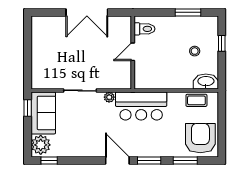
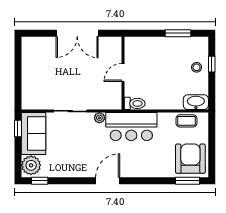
toilet: (144, 29) -> (135, 103), moved
stool: (195, 51) -> (197, 67), moved
door: (117, 160) -> (108, 181), hinge flipped
window: (149, 160) -> (139, 181), removed
window: (185, 160) -> (188, 181), moved

